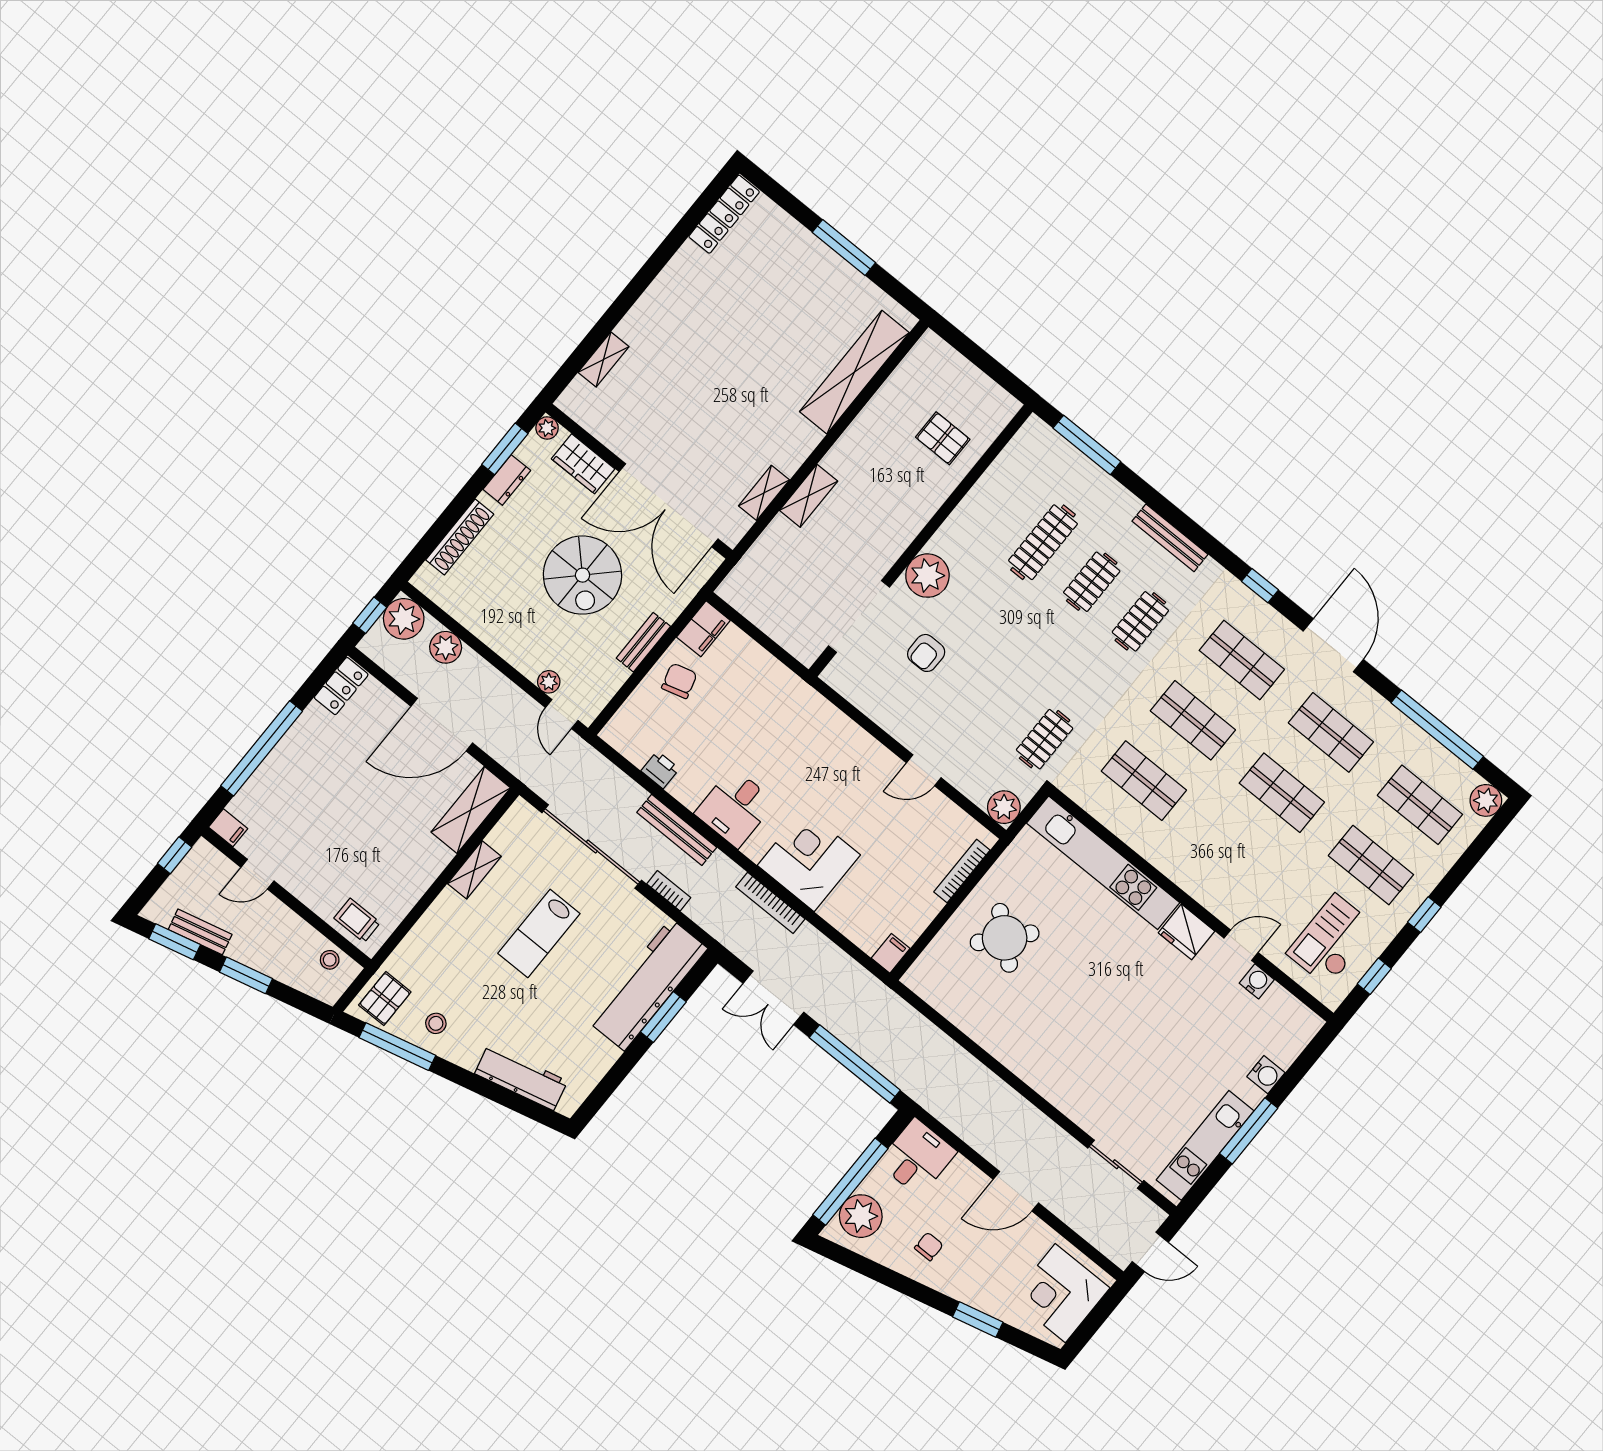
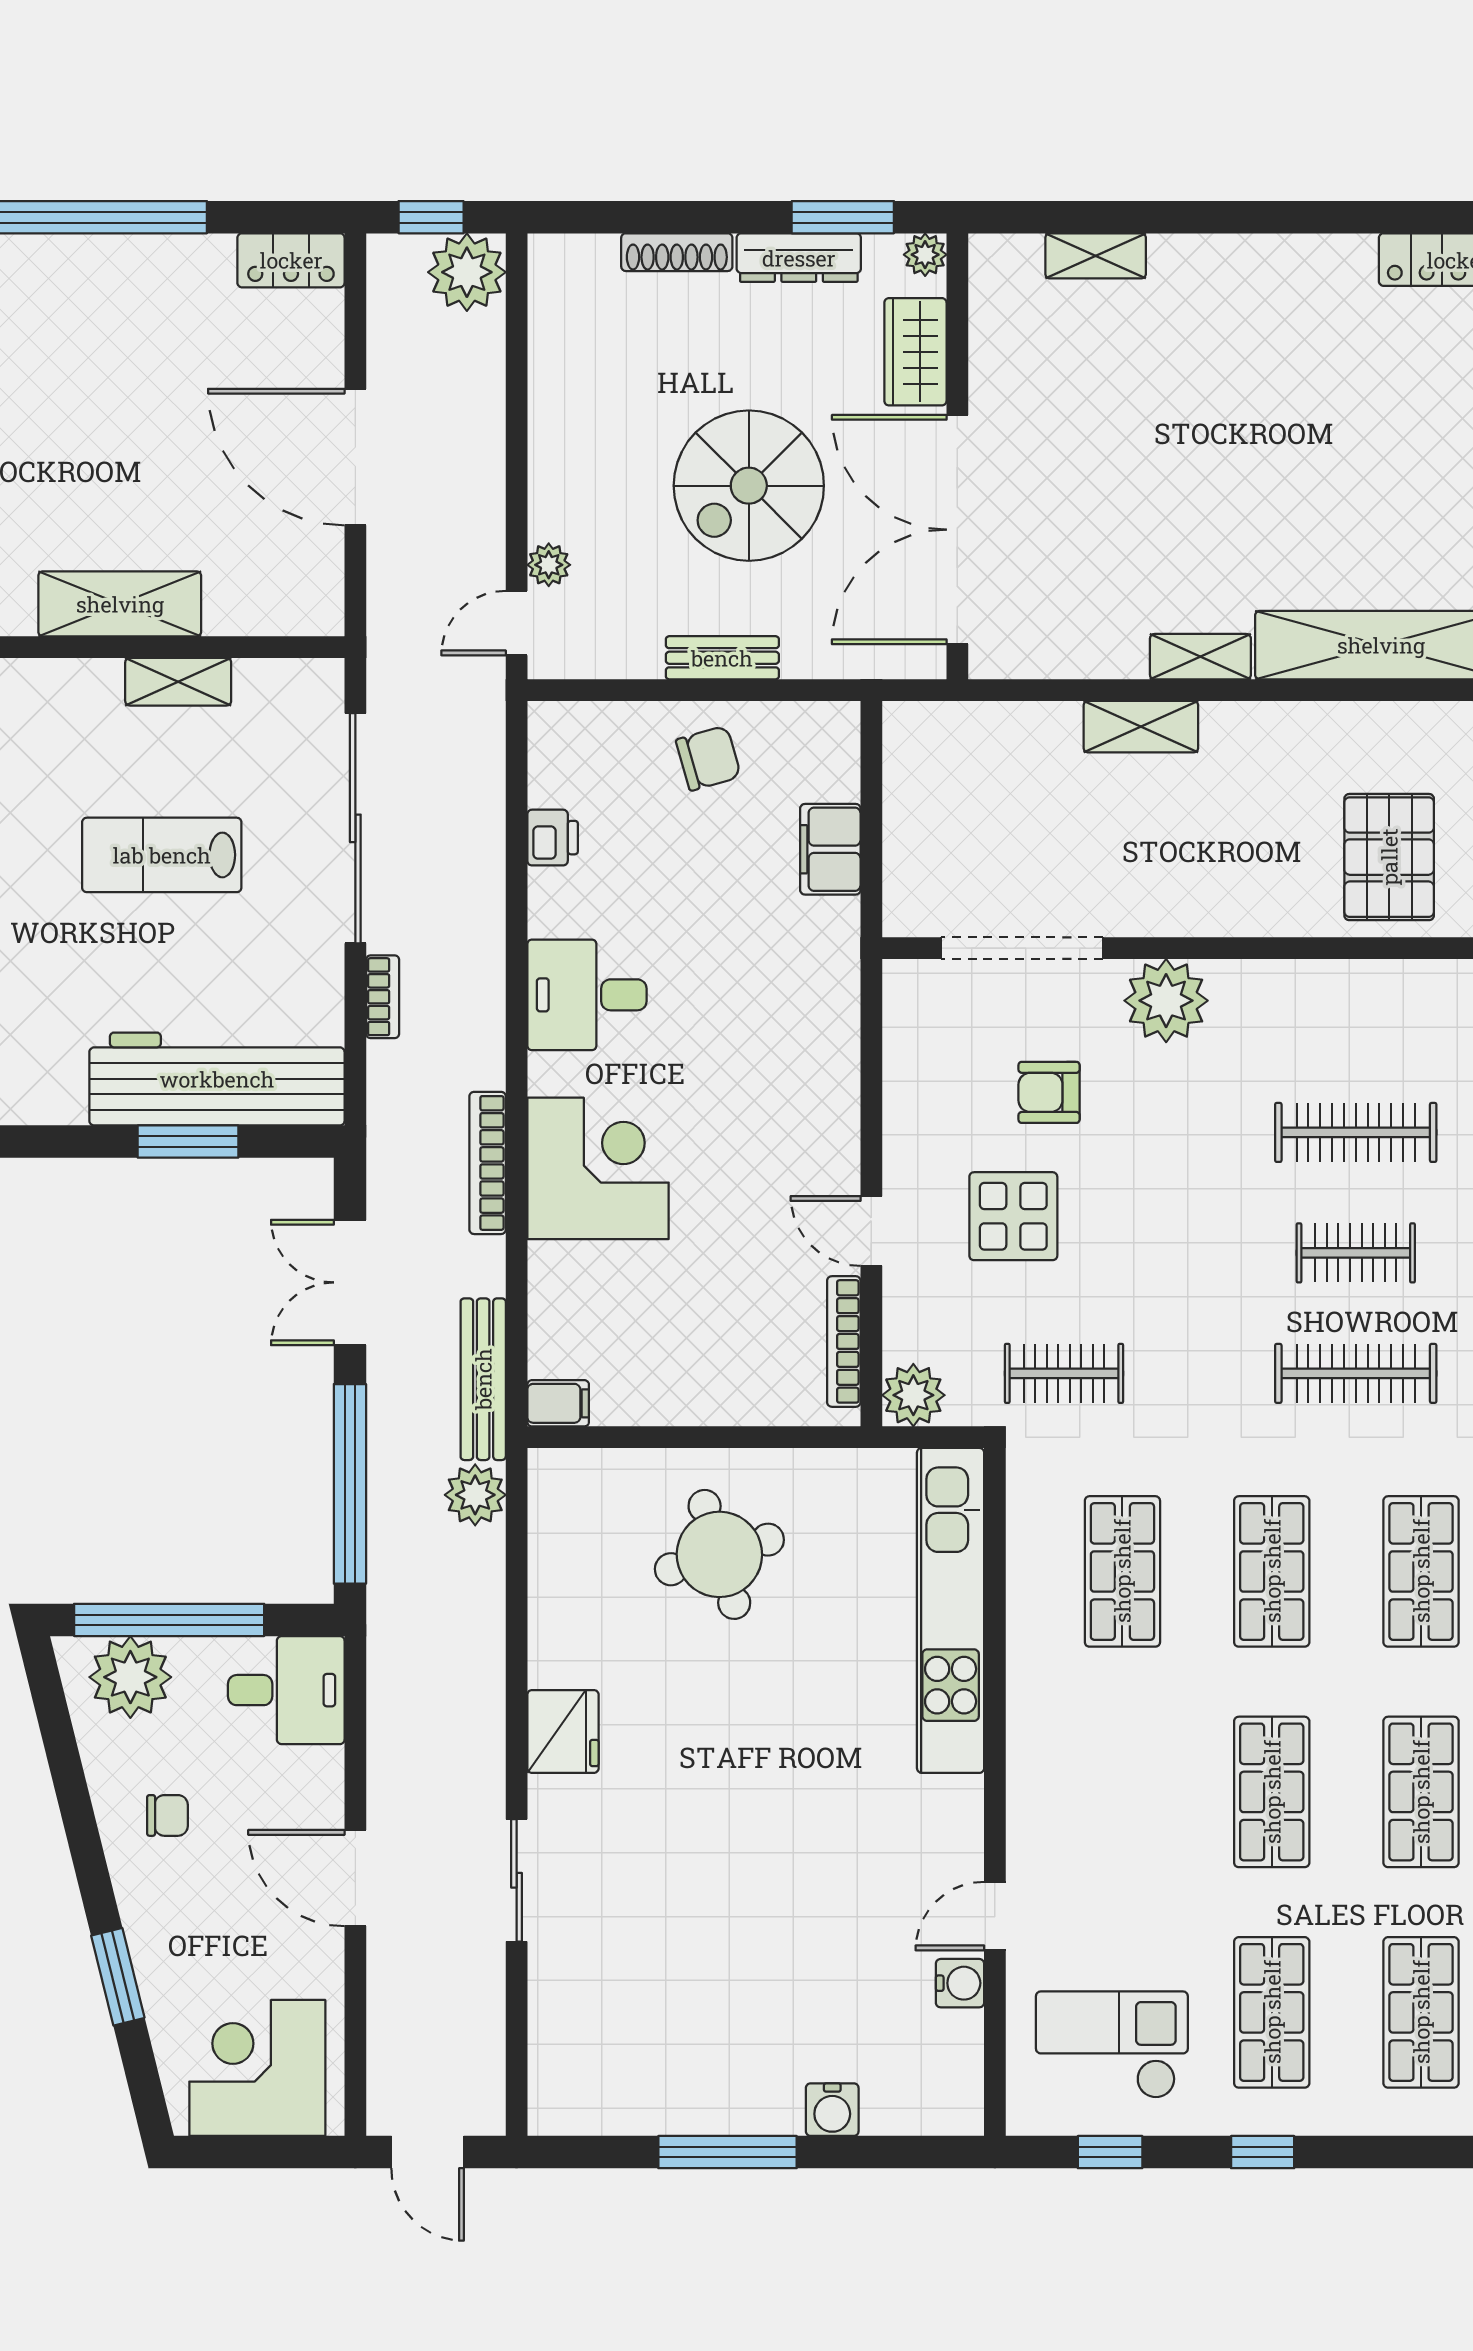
pallet: (943, 438) -> (1389, 857), width x1.50, depth x1.42
dresser: (507, 480) -> (799, 258), width x1.44
shelving: (764, 493) -> (1200, 657), moved
shoe rack: (460, 537) -> (677, 252), width x0.74, depth x0.81
clothes rail: (1140, 621) -> (1356, 1373), width x1.36
filing cabinet: (703, 629) -> (830, 849), moved, turned 90
plant: (446, 647) -> (475, 1495), moved
display table: (964, 708) -> (1013, 1216), added
shelving: (471, 810) -> (120, 604), moved
bench: (677, 830) -> (483, 1379), moved
bookcase: (962, 871) -> (844, 1341), moved, turned -90
fridge: (1187, 932) -> (563, 1731), moved, turned 180
round table: (1005, 938) -> (719, 1554), turned 32
door: (1241, 945) -> (995, 1916), swing flipped
kitchen unit: (1205, 1145) -> (653, 2105), removed
sliding door: (1116, 1164) -> (517, 1880), moved

